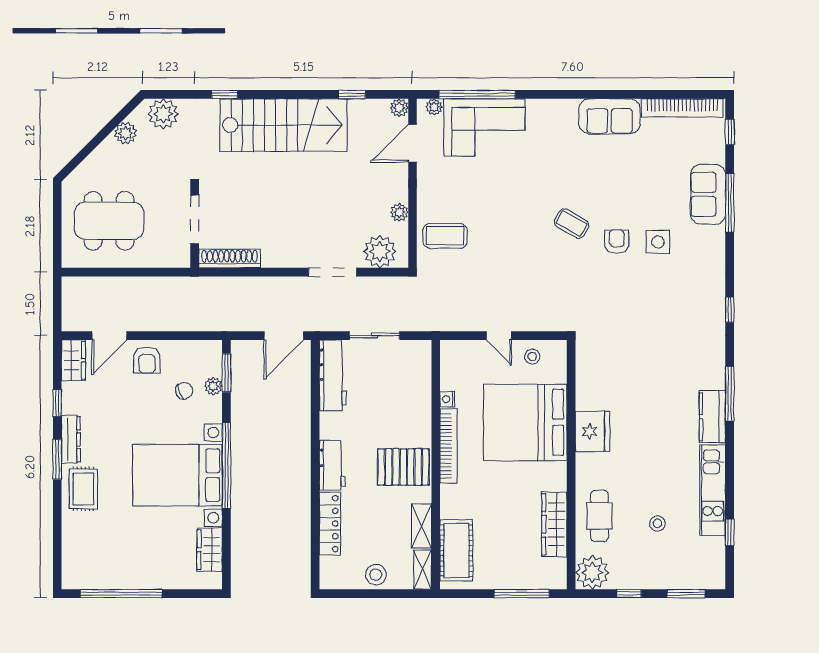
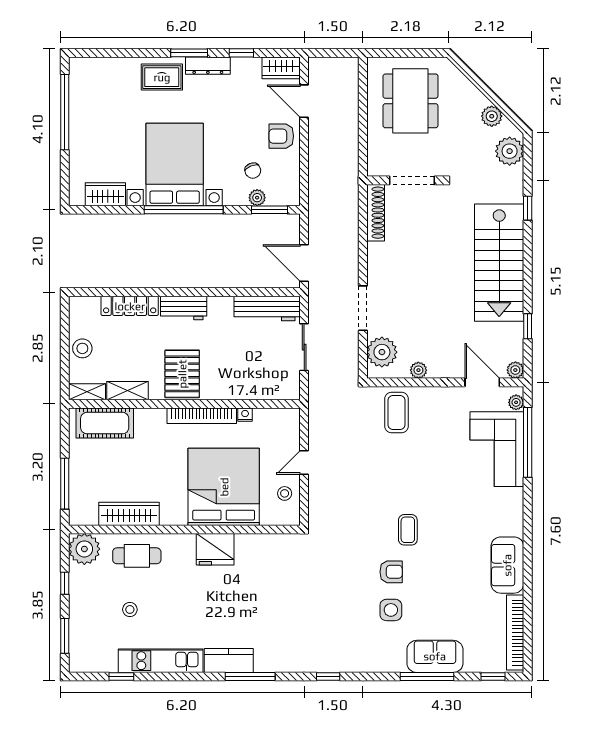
coffee table: (572, 224) -> (408, 530), turned -30

